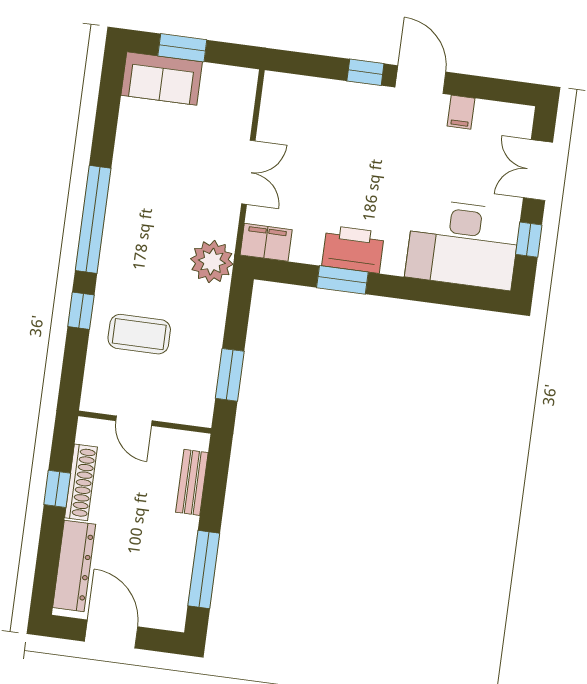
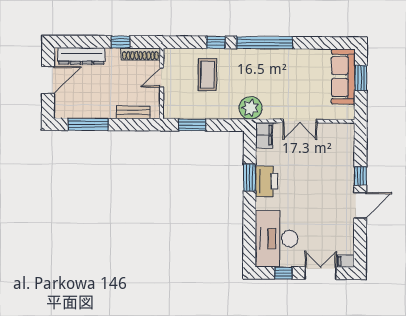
sofa: (162, 79) -> (343, 76), width x1.36
filing cabinet: (461, 112) -> (346, 261), moved
shoe rack: (81, 482) -> (141, 54), moved

